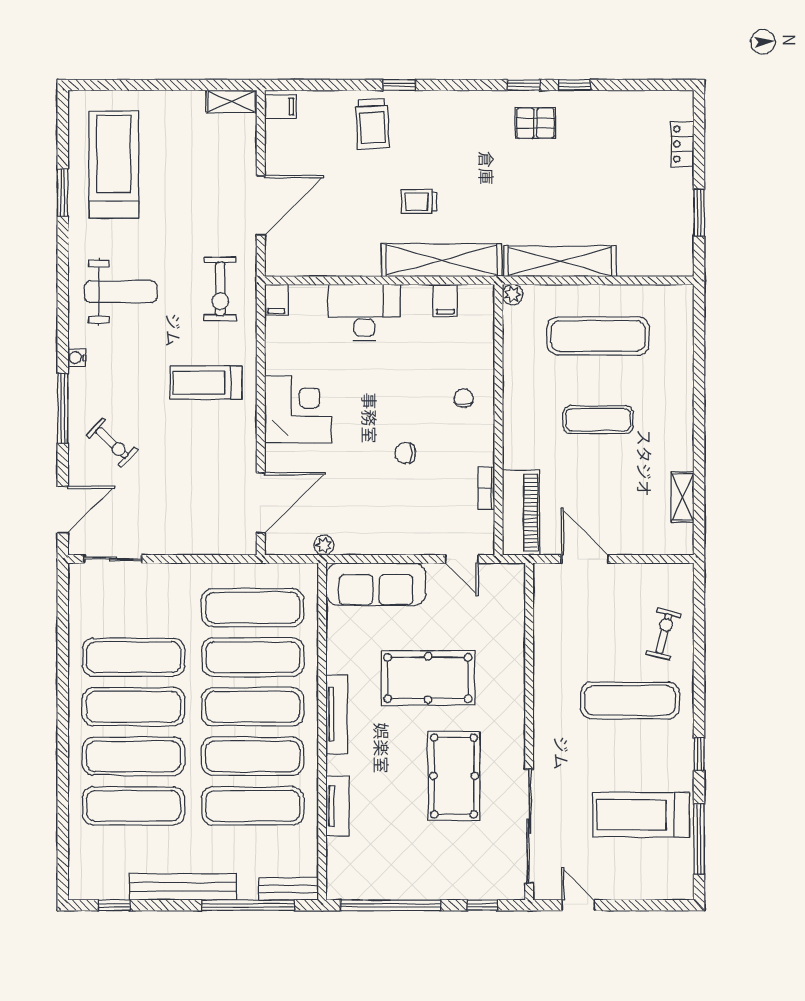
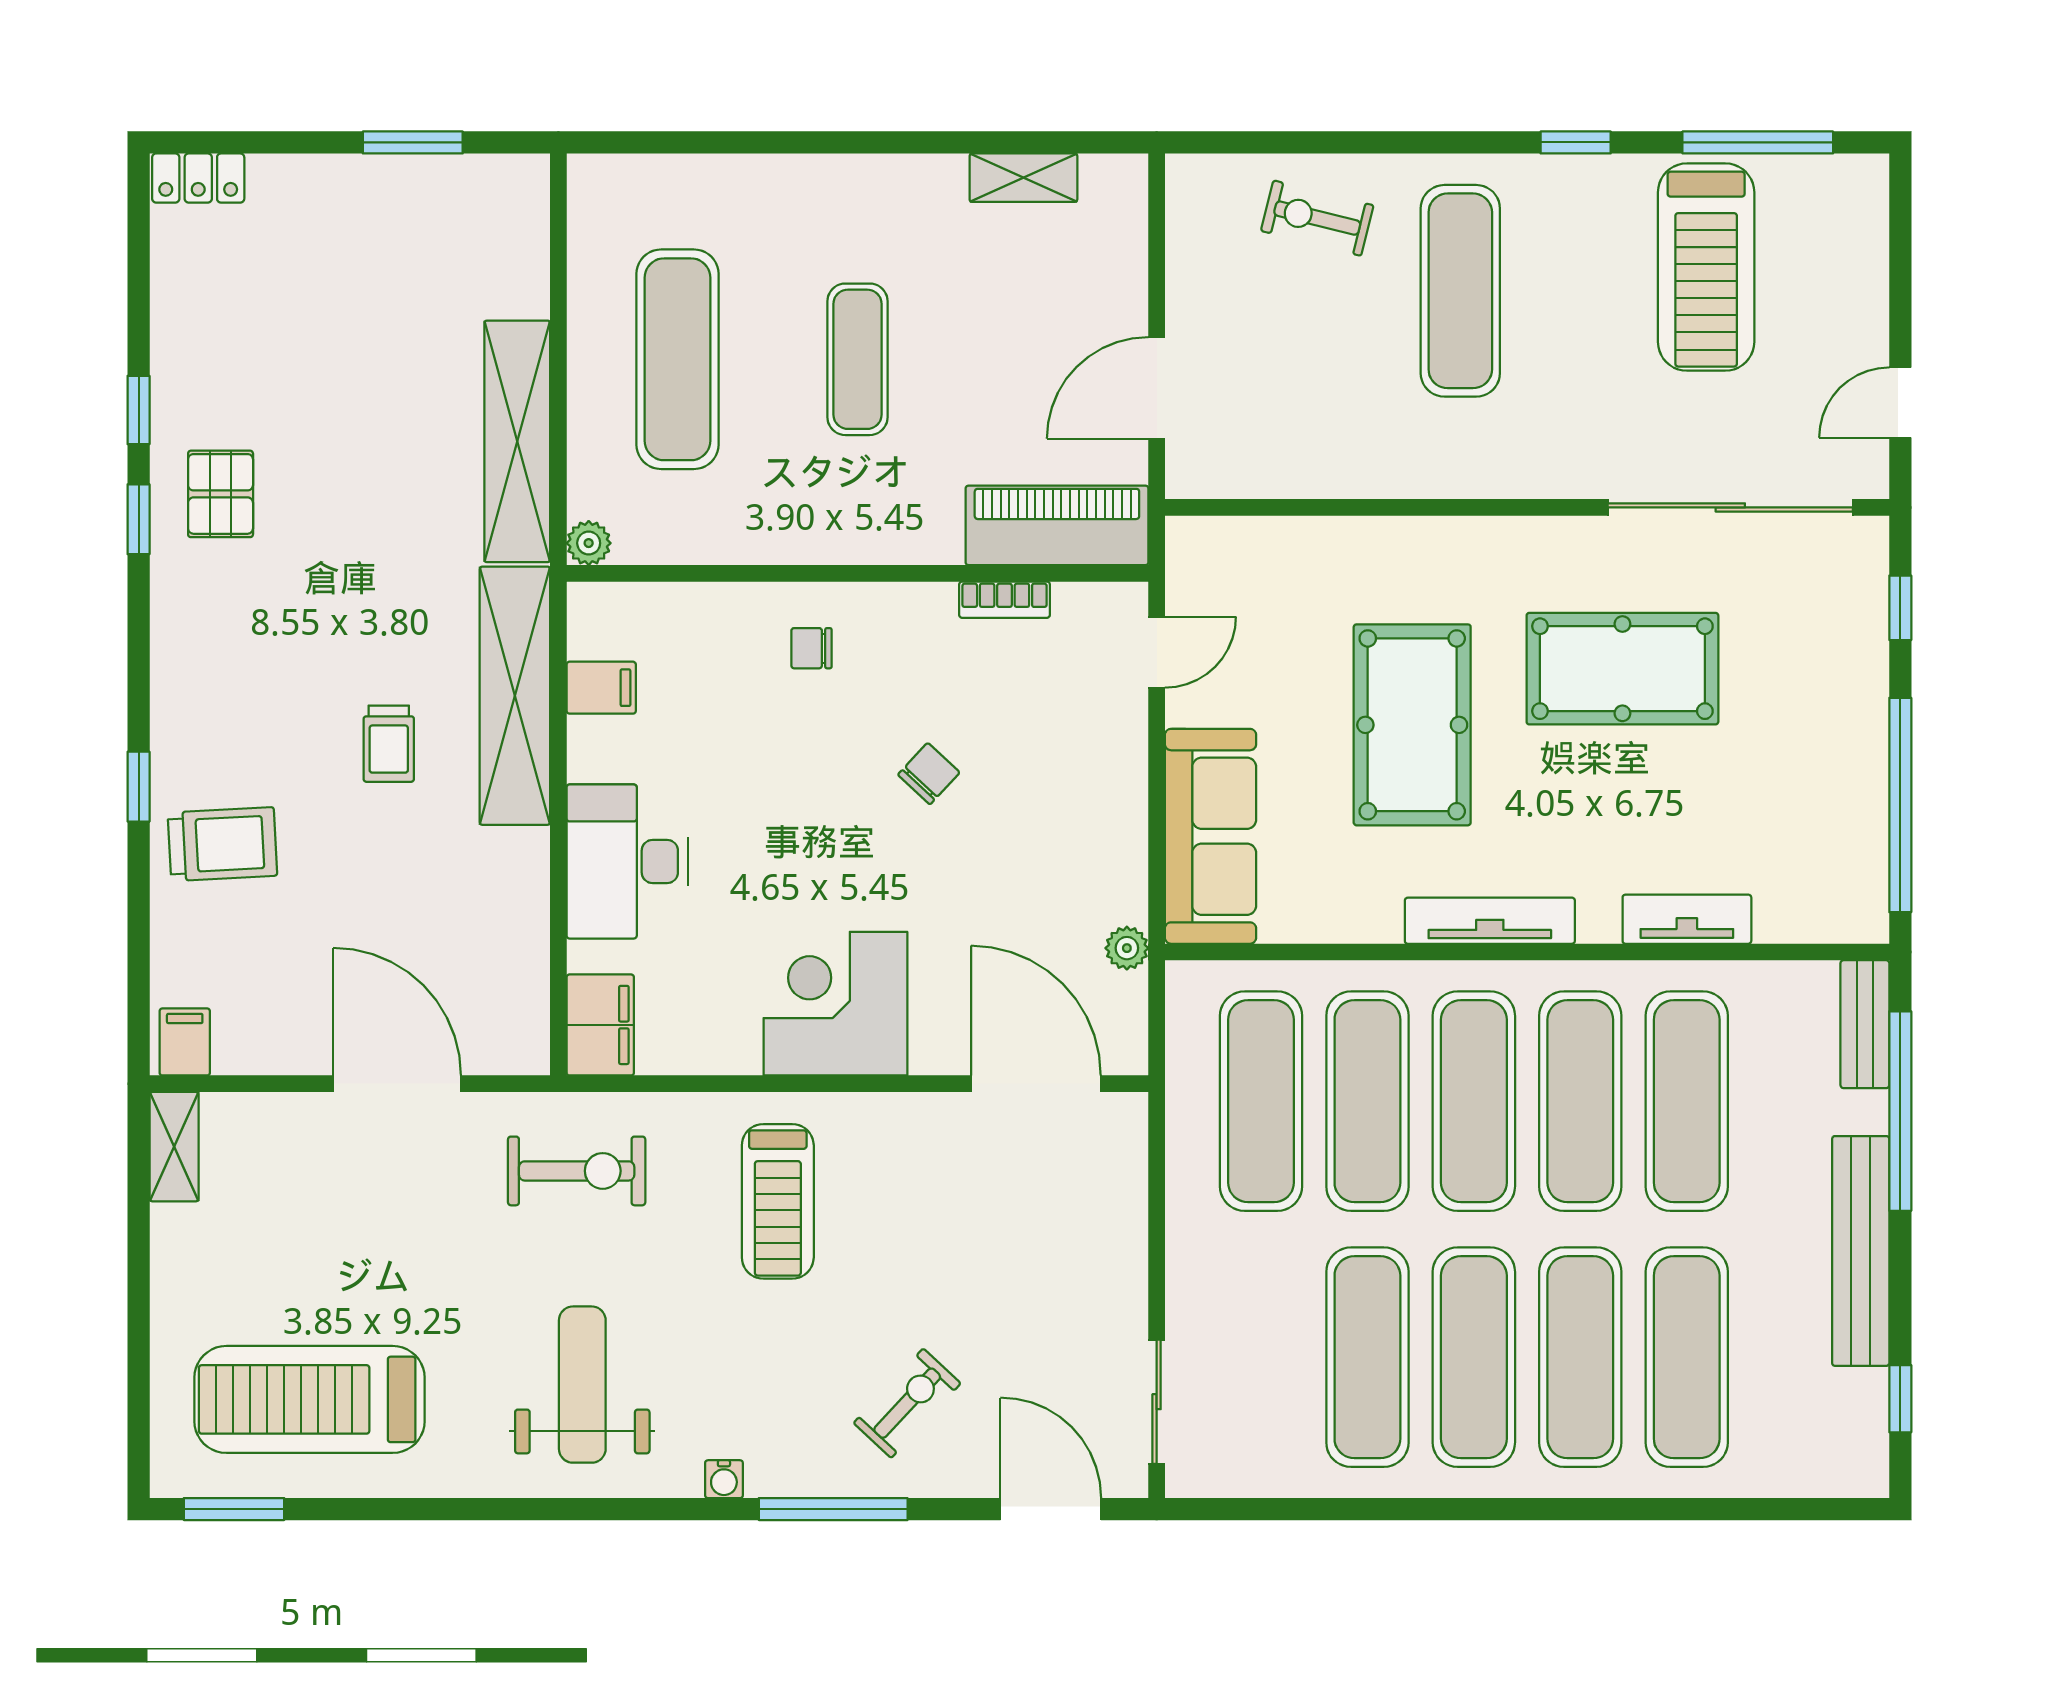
locker: (683, 144) -> (198, 178), moved
window: (63, 193) -> (234, 1509), moved
filing cabinet: (276, 300) -> (600, 1025), width x2.00
chair: (405, 453) -> (929, 774), turned -137

